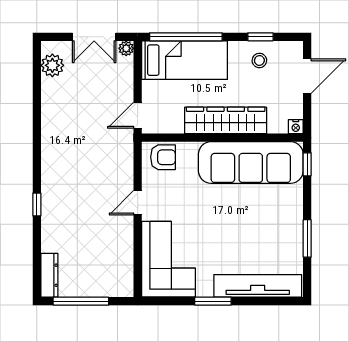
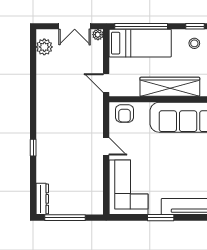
door: (138, 115) -> (106, 83), hinge flipped
armchair: (163, 157) -> (125, 113), turned 90
door: (138, 203) -> (106, 146), swing flipped

